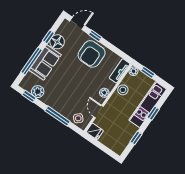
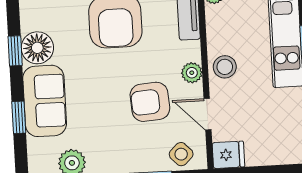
window: (32, 61) -> (19, 117), width x0.46
stool: (123, 90) -> (225, 67), moved
armchair: (82, 91) -> (150, 102), added

